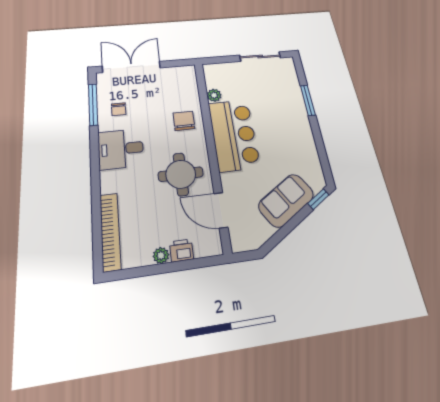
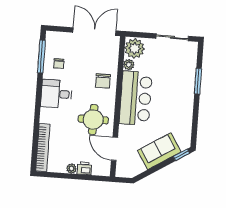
double door: (131, 67) -> (94, 32), moved
plant: (217, 76) -> (135, 48), added
chair: (184, 121) -> (103, 81), turned 180

